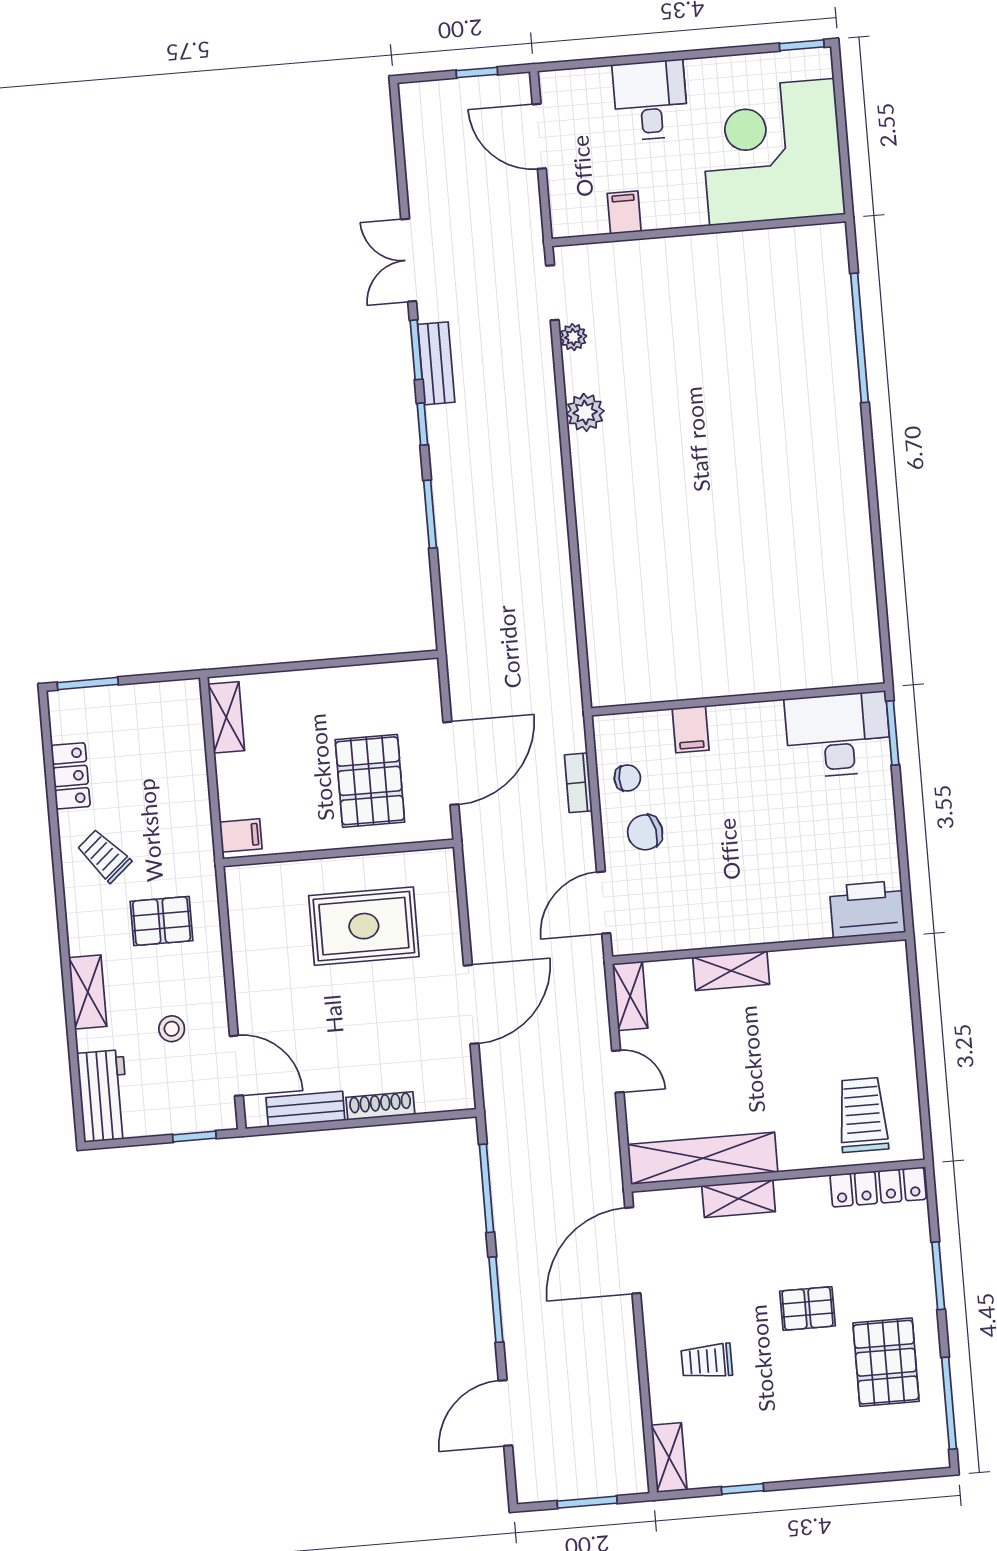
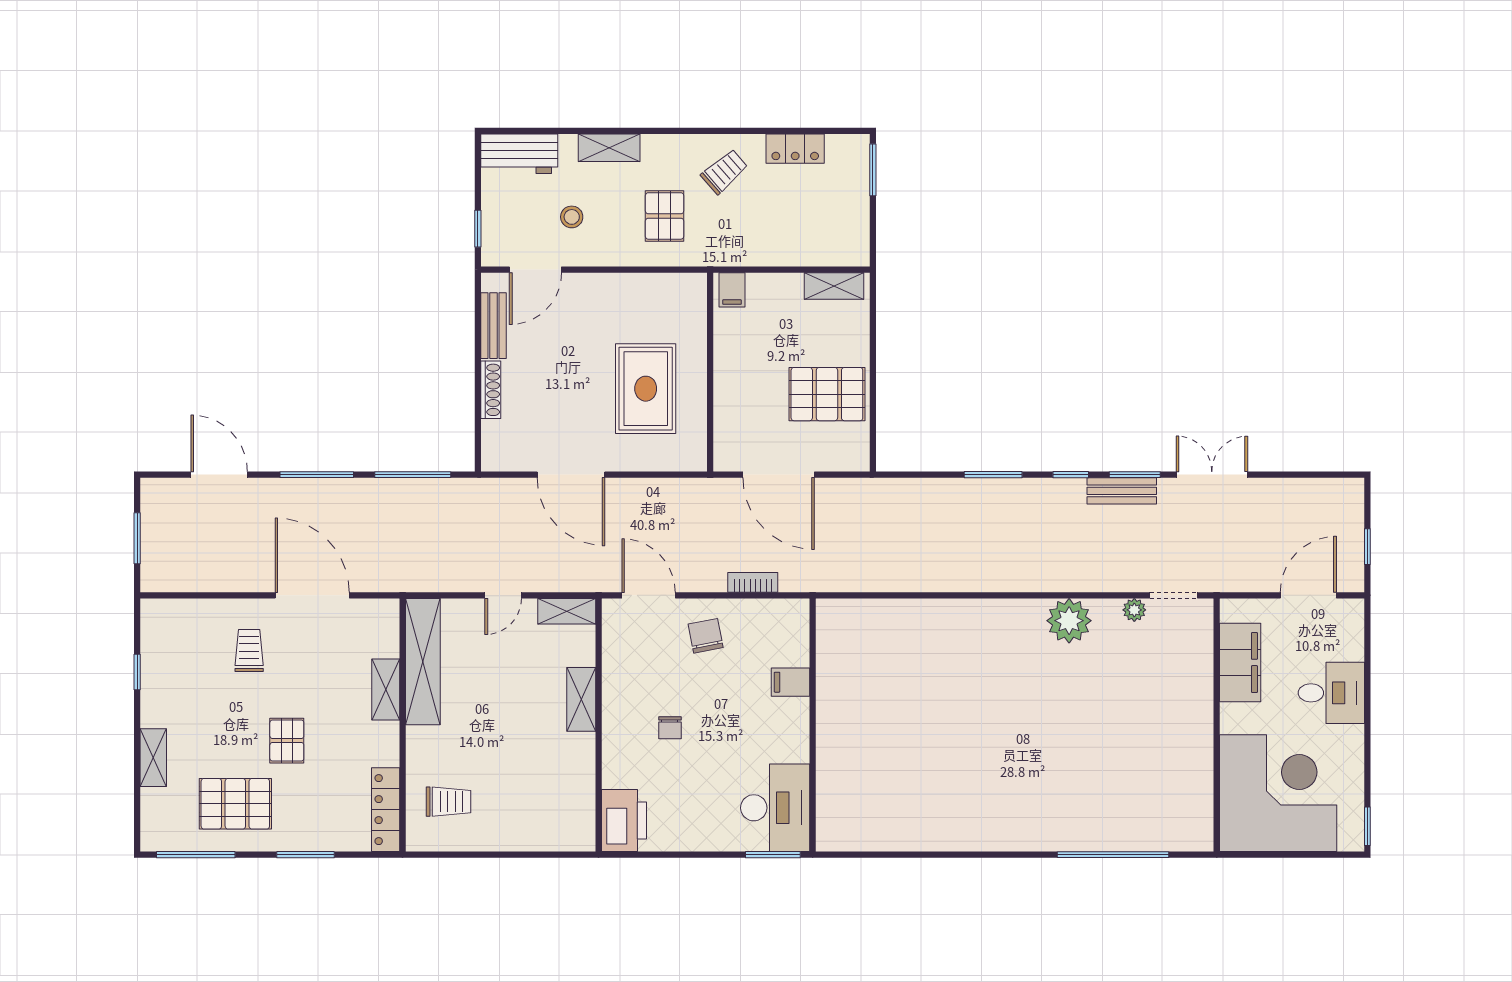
filing cabinet: (624, 212) -> (1240, 662), width x3.00, depth x1.17
plant: (585, 412) -> (1069, 621), width x1.36, depth x1.36
chair: (627, 778) -> (670, 728), moved
pallet: (370, 781) -> (827, 394), moved
trolley: (863, 1115) -> (448, 802), width x0.73, depth x0.72
door: (633, 1250) -> (312, 595), moved
shelving: (669, 1458) -> (153, 758), moved, turned 90

